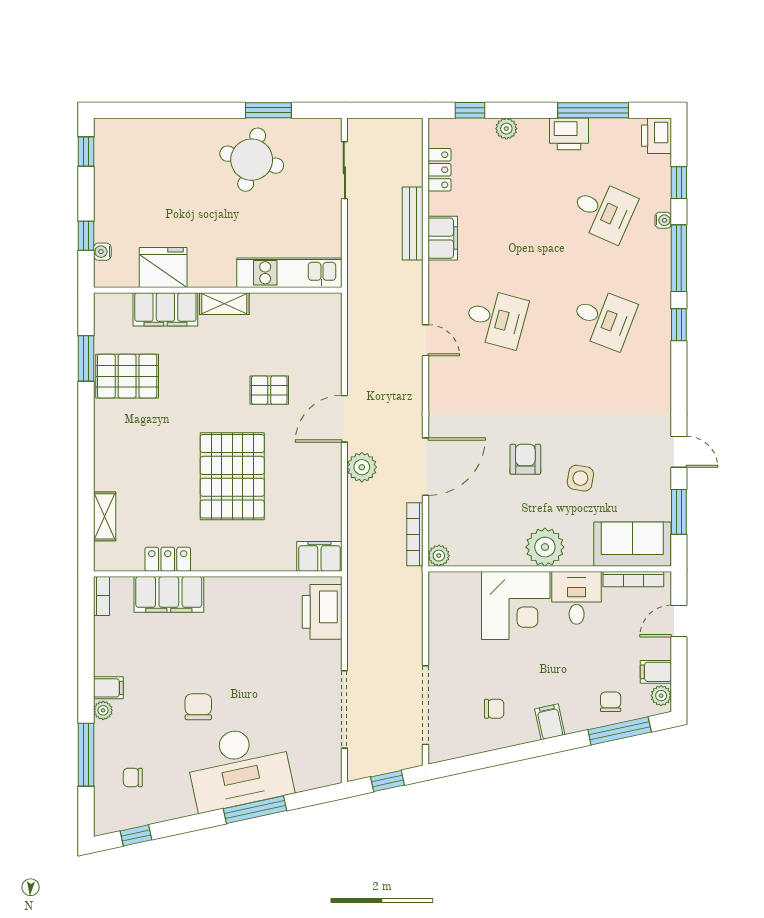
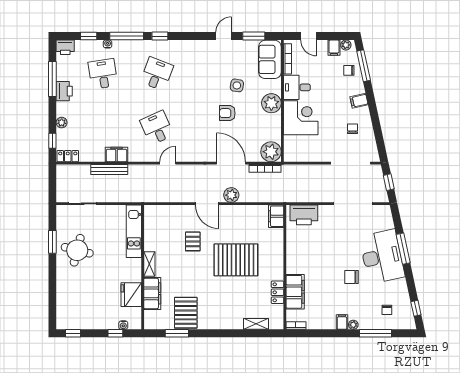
locker: (439, 170) -> (68, 156), moved
desk: (603, 211) -> (103, 74), turned -33
desk: (496, 319) -> (157, 128), turned -39
plant: (439, 556) -> (271, 152), width x1.88, depth x1.88

